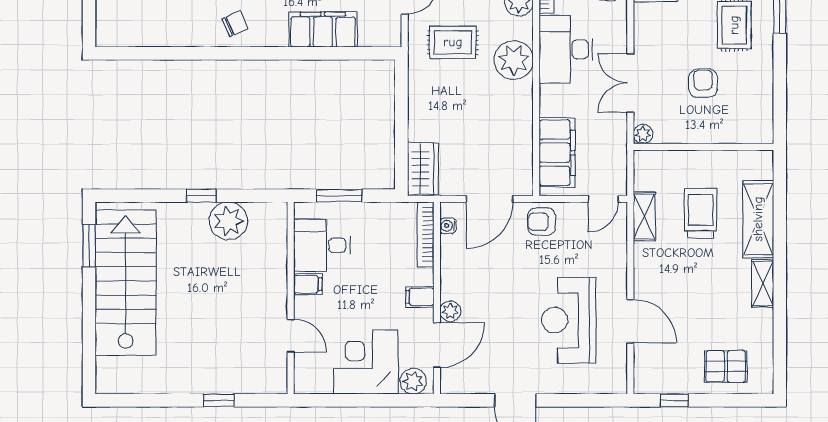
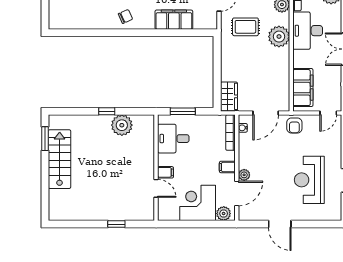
armchair: (542, 222) -> (294, 126), turned -90
stairs: (126, 283) -> (60, 159), width x0.73, depth x0.66
filing cabinet: (308, 284) -> (166, 172), moved

